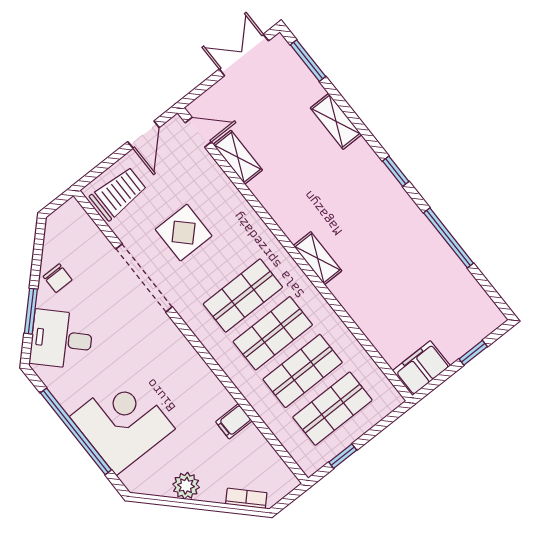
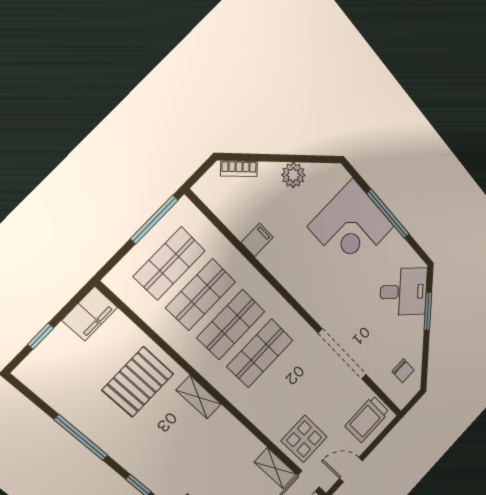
door: (143, 135) -> (351, 470), hinge flipped
display table: (184, 233) -> (304, 439), moved
chair: (58, 278) -> (403, 371), moved, turned 180
pallet: (381, 287) -> (138, 382), added
window: (76, 431) -> (388, 214), width x0.68
window: (343, 456) -> (154, 219), width x2.17

